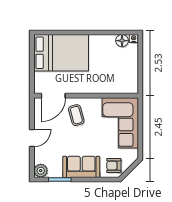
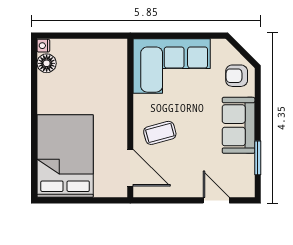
door: (32, 138) -> (216, 200), moved
armchair: (114, 166) -> (237, 76), turned 90
plant: (41, 171) -> (244, 187), removed

